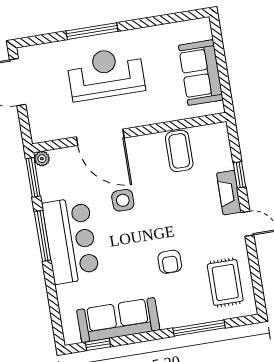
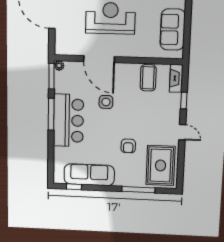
fireplace: (229, 193) -> (176, 78), moved
rug: (225, 283) -> (160, 165), width x1.36, depth x1.43

